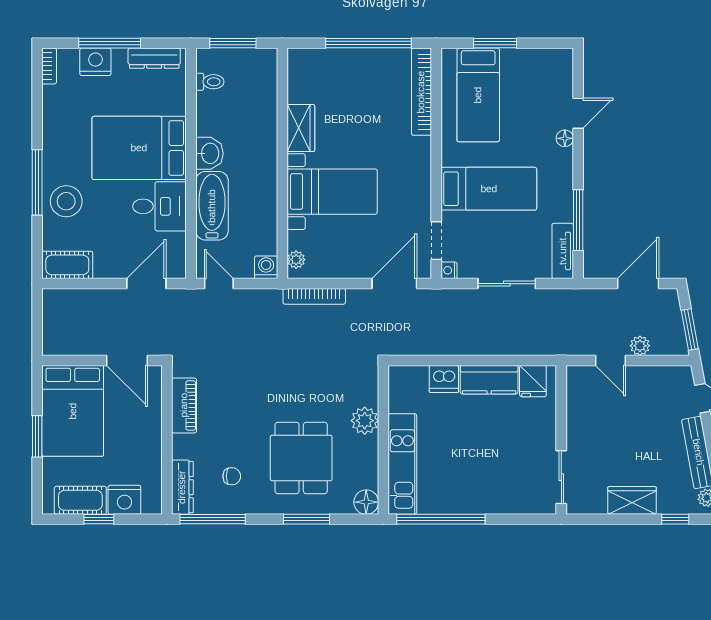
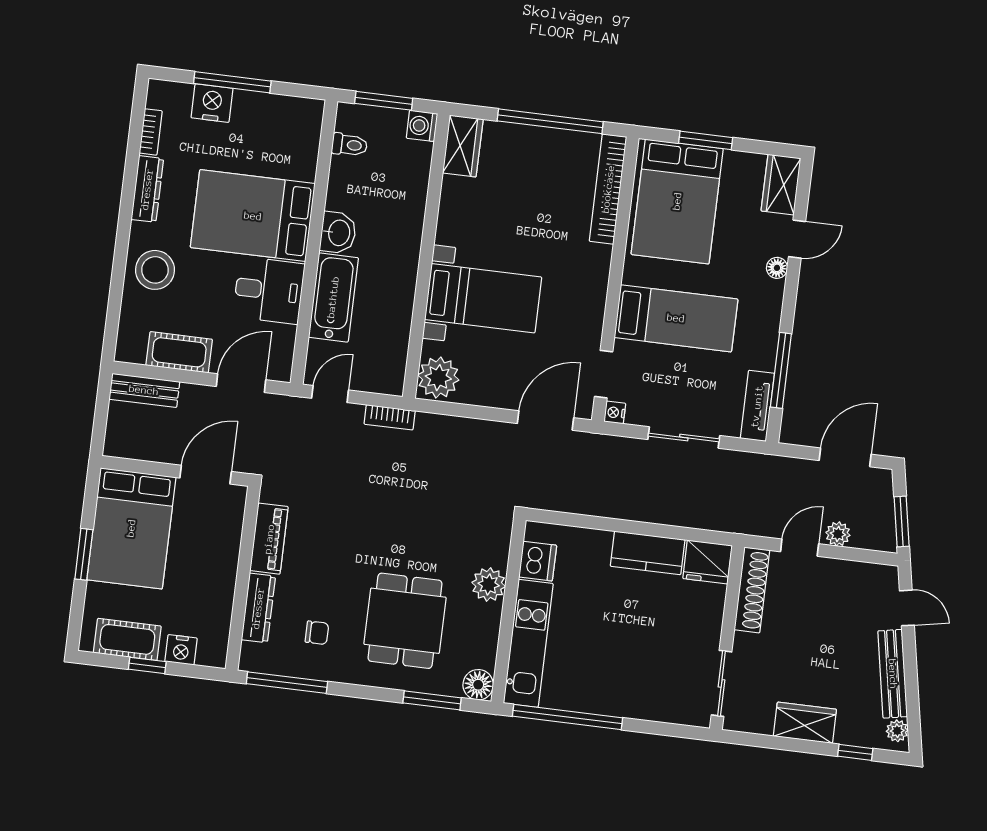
dresser: (154, 58) -> (147, 189), moved, turned -90
bookcase: (49, 66) -> (151, 132), moved
wardrobe: (560, 71) -> (781, 185), added
bed: (478, 95) -> (677, 201), width x1.50
wardrobe: (301, 128) -> (463, 146), moved
window: (37, 182) -> (122, 242), removed
plant: (296, 260) -> (438, 378), width x1.87, depth x1.87
cot: (67, 265) -> (179, 352), moved
washing machine: (266, 267) -> (422, 126), moved, turned -90
door: (219, 284) -> (330, 394), hinge flipped
bookcase: (314, 296) -> (390, 417), moved, width x0.64
bench: (69, 299) -> (144, 390), added
door: (127, 360) -> (206, 475), swing flipped
door: (611, 360) -> (800, 548), swing flipped
dishwasher: (444, 379) -> (538, 561), moved, turned -90
fridge: (533, 381) -> (707, 562), width x1.38
shoe rack: (576, 399) -> (752, 590), added
dresser: (182, 487) -> (258, 608), moved
nightstand: (124, 500) -> (181, 650), width x0.74, depth x0.75
window: (307, 519) -> (432, 700), moved

